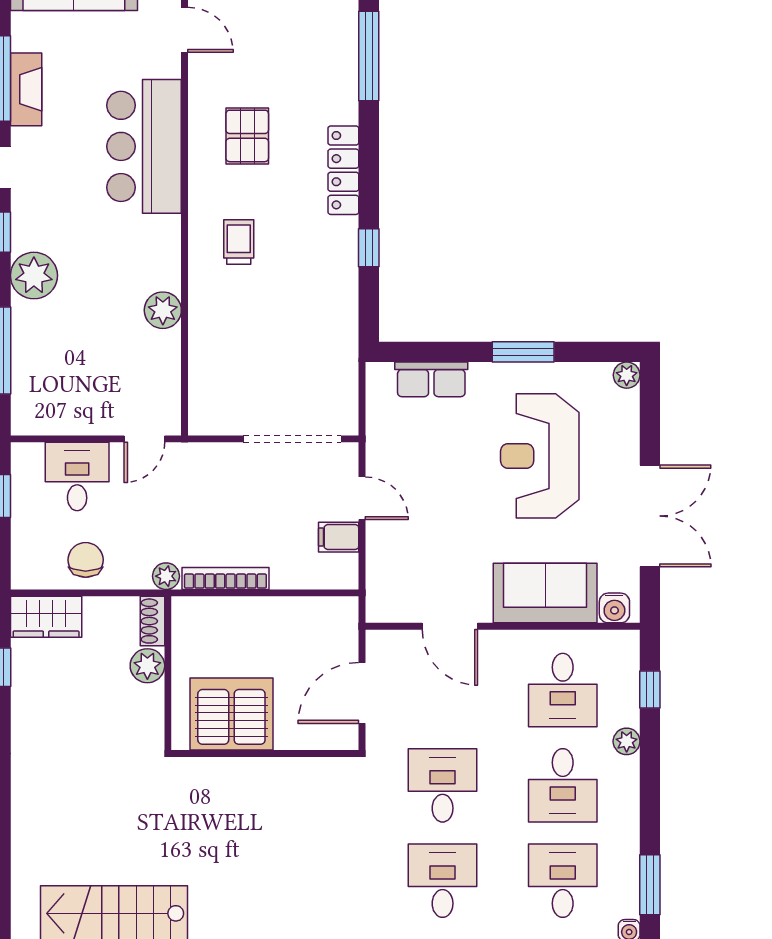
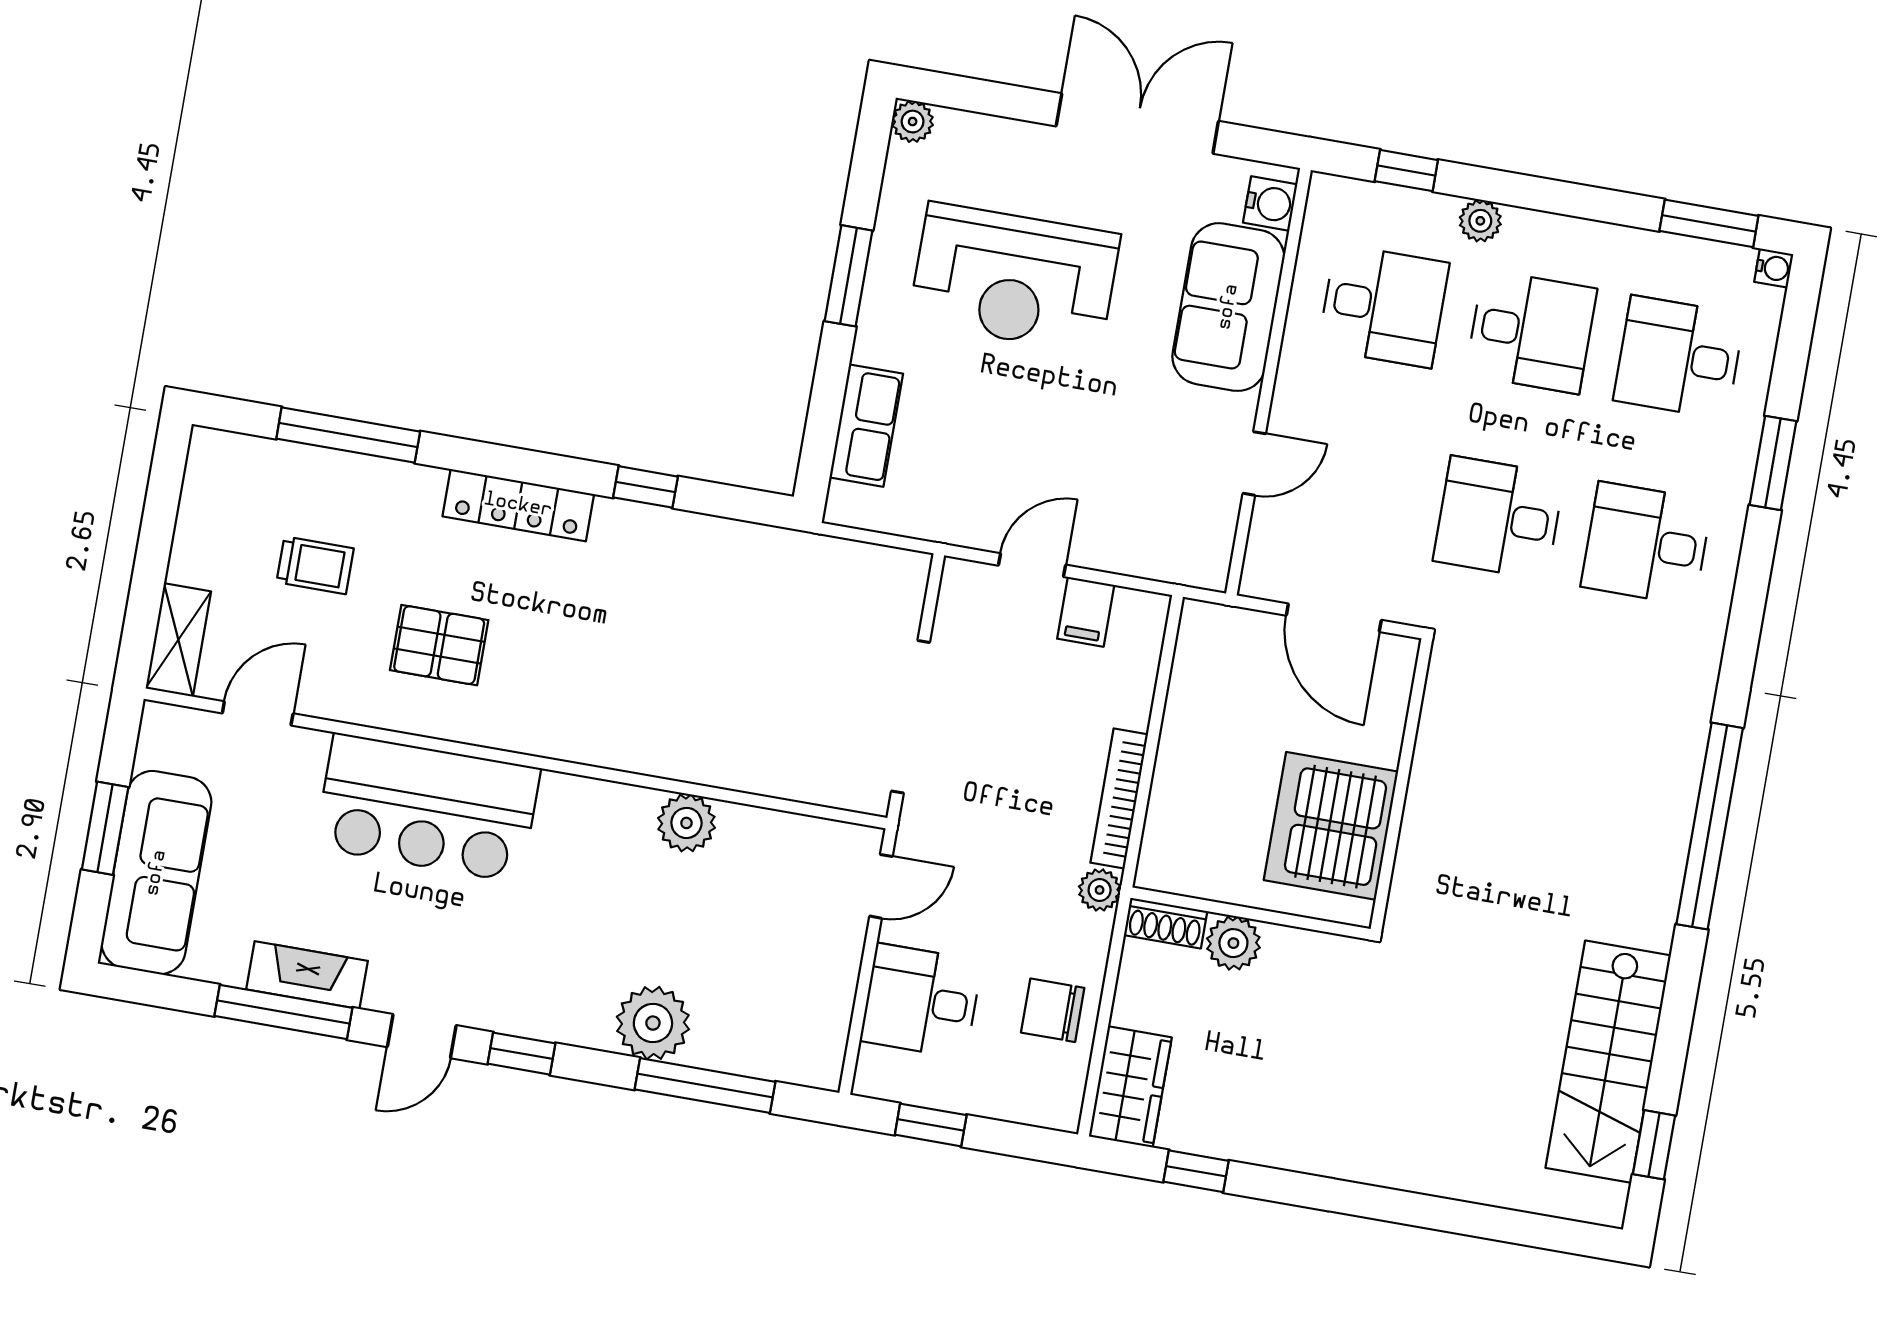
trolley: (239, 242) -> (315, 565), moved, turned 180
plant: (34, 276) -> (653, 1023), moved
door: (144, 439) -> (881, 886), hinge flipped
doorway: (292, 439) -> (911, 717), moved
door: (450, 626) -> (1254, 464), width x0.73

